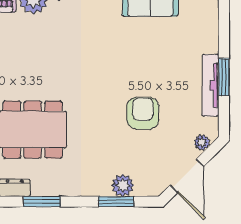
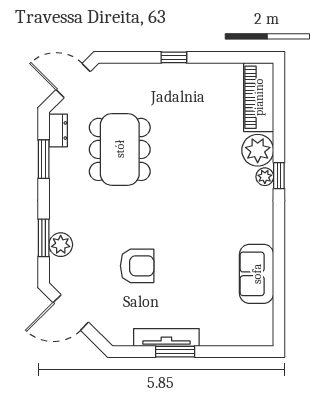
plant: (202, 142) -> (106, 328), removed

